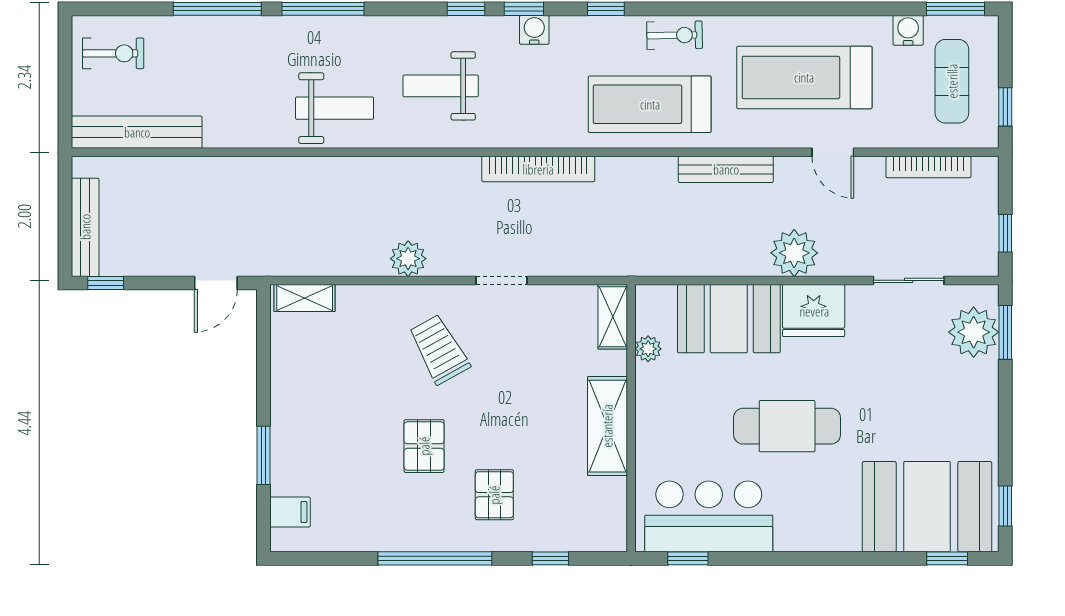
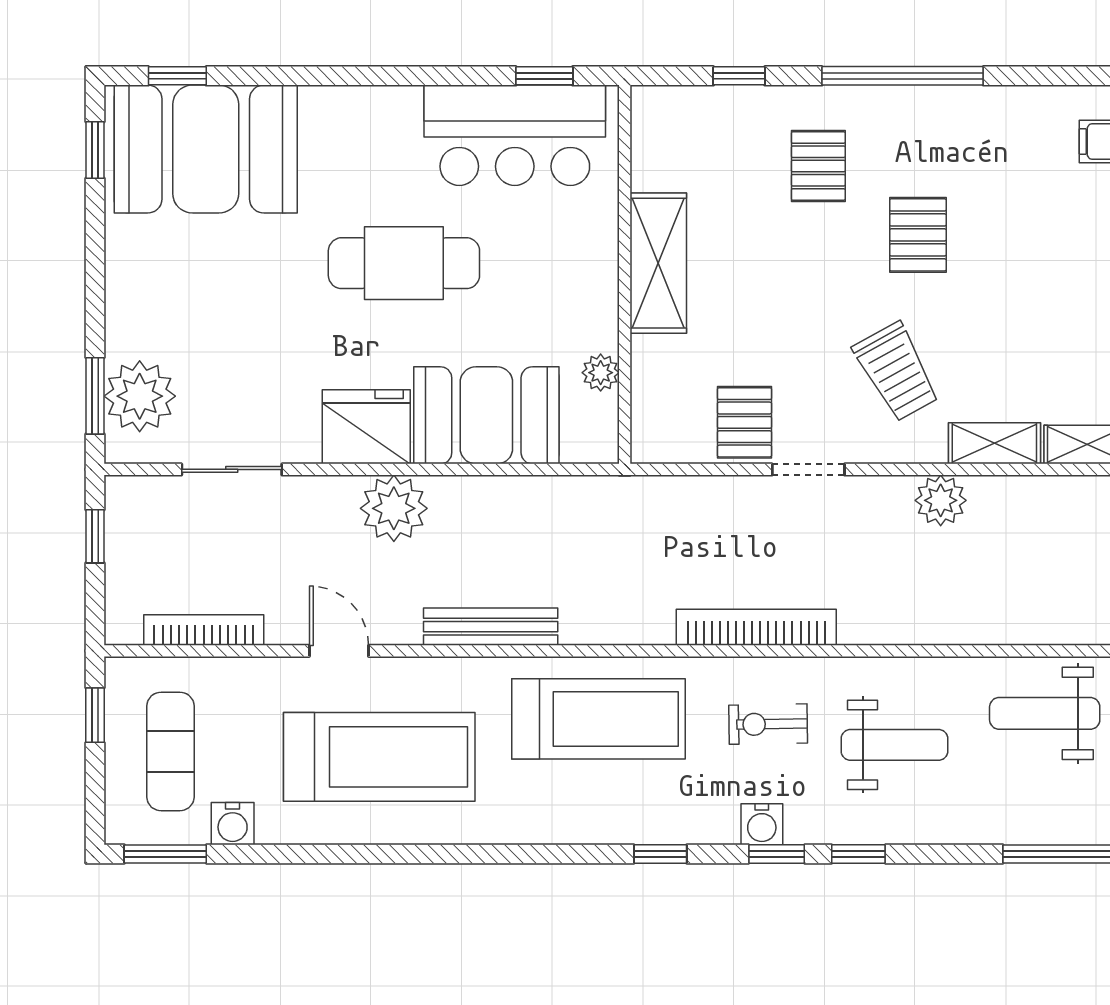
exercise bike: (675, 35) -> (768, 724), moved
pallet: (547, 314) -> (745, 422), added
shelving: (613, 317) -> (994, 443), moved, turned 90

